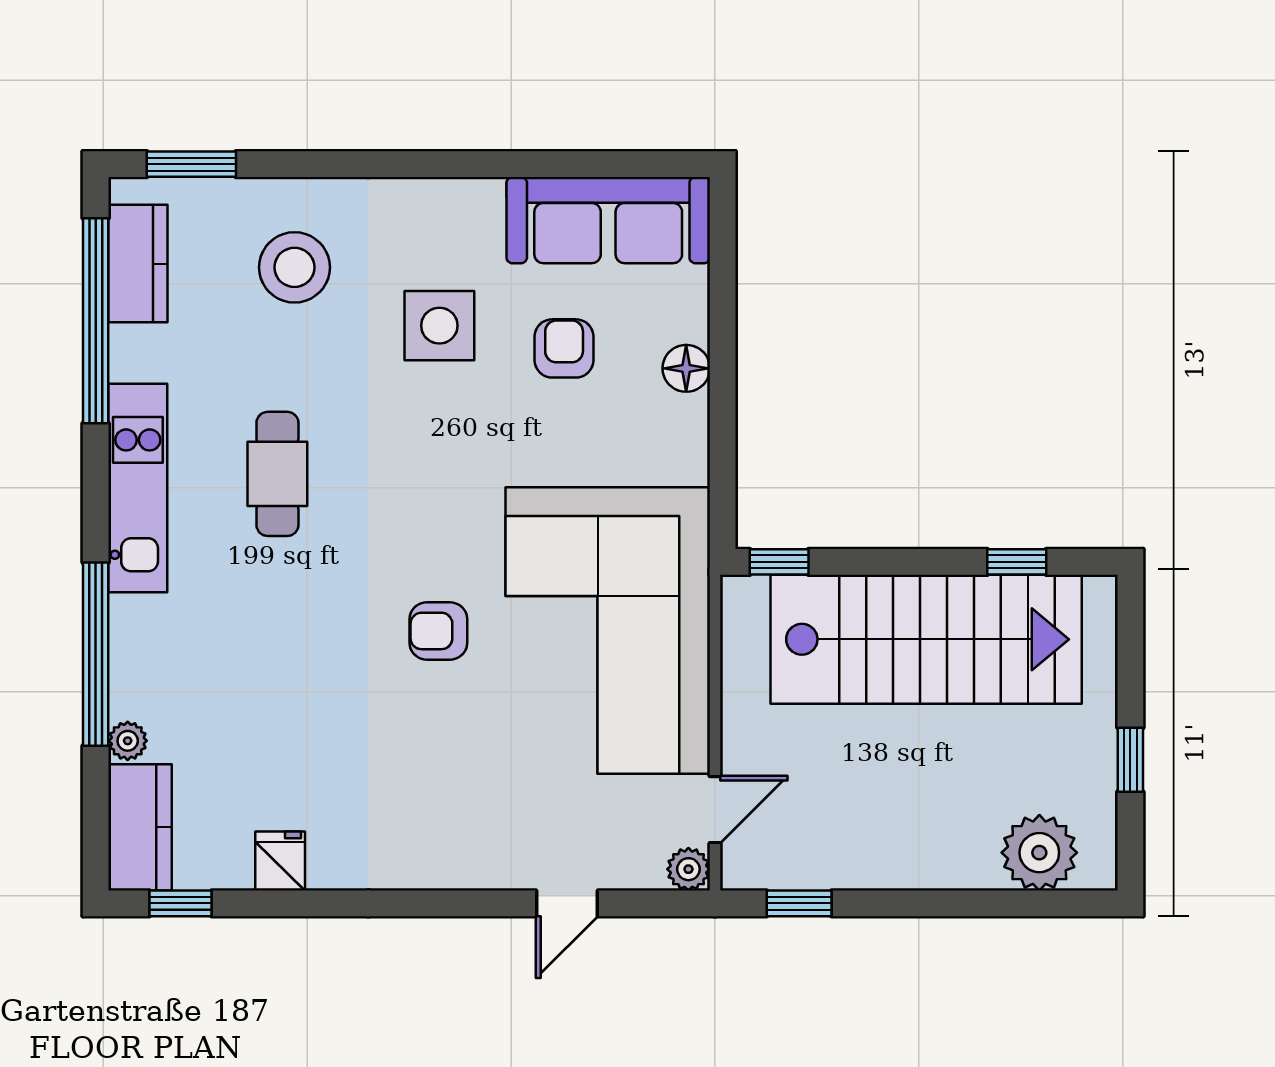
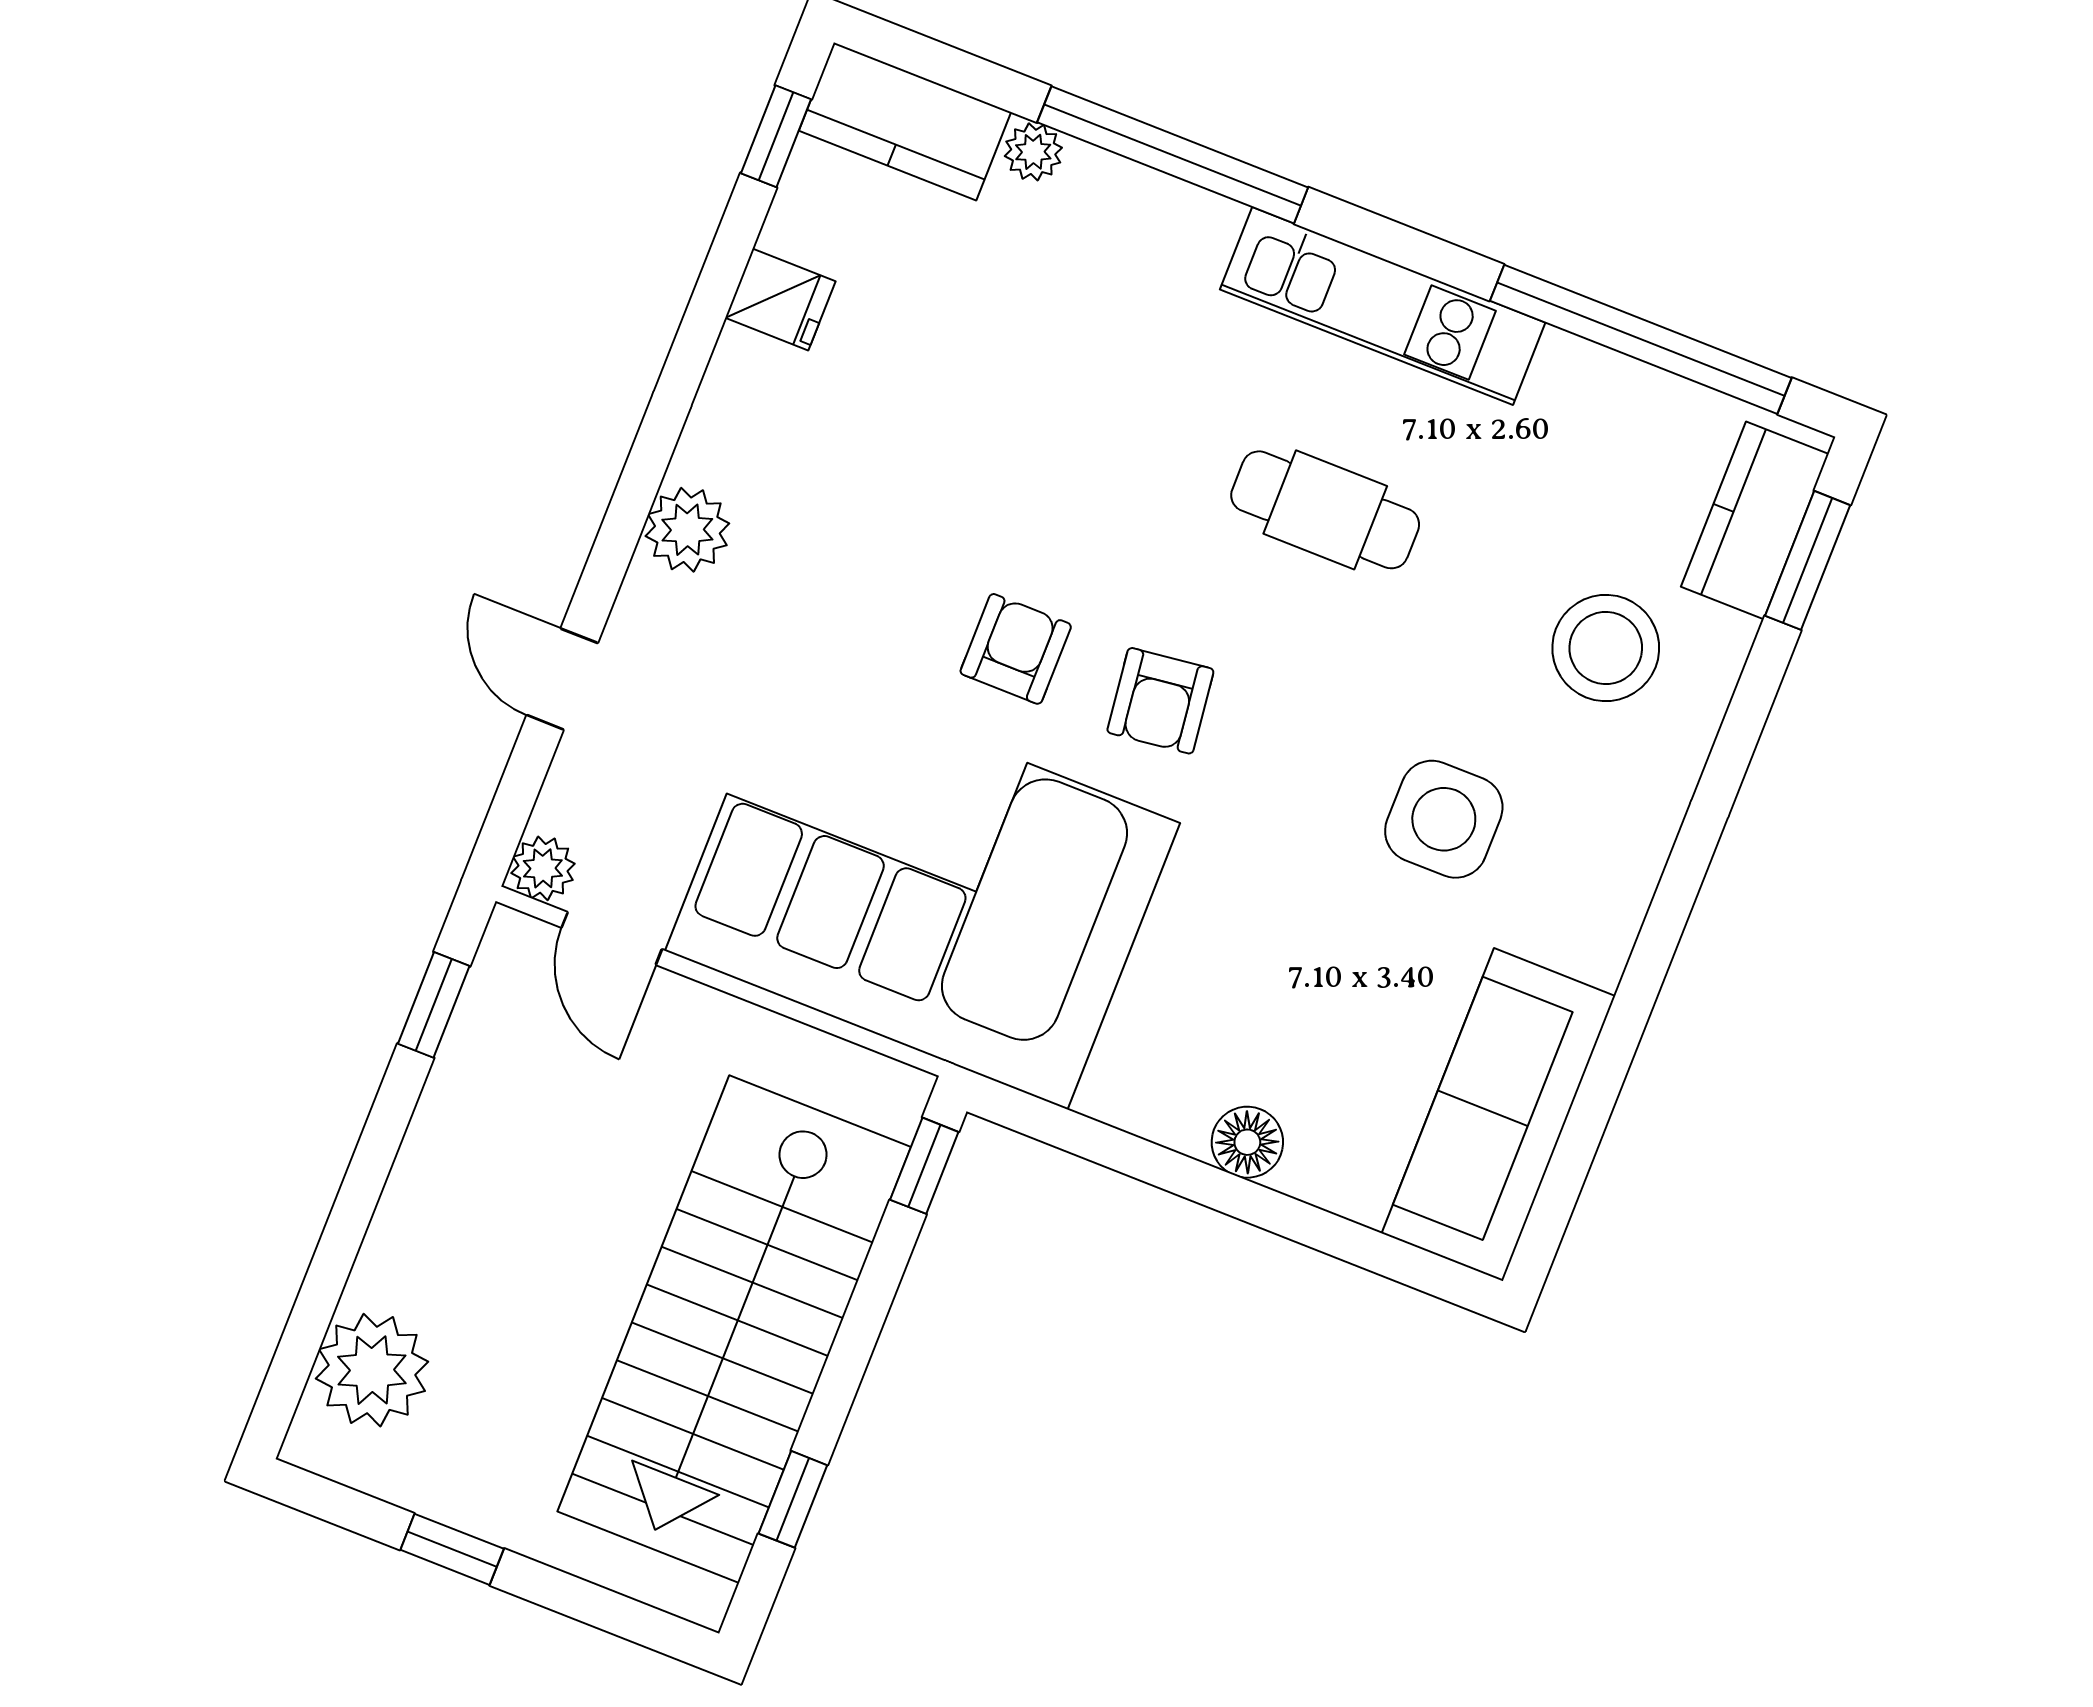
kitchen counter: (138, 264) -> (1755, 520), moved, turned 90
armchair: (564, 348) -> (1160, 701), moved, turned 83
plant: (445, 862) -> (687, 530), added

